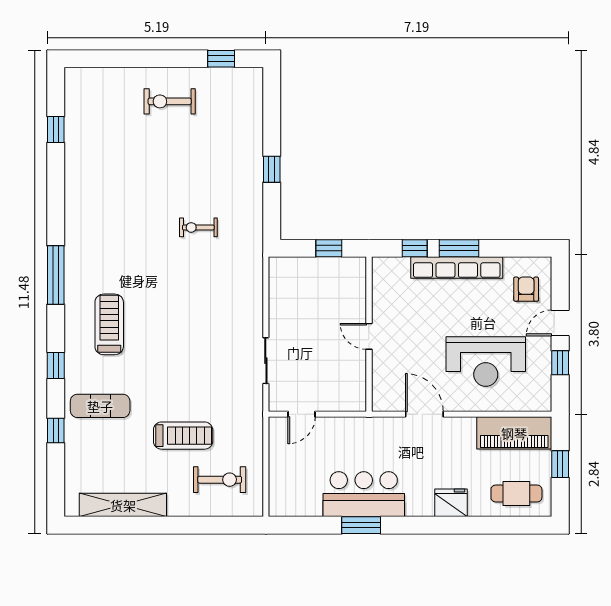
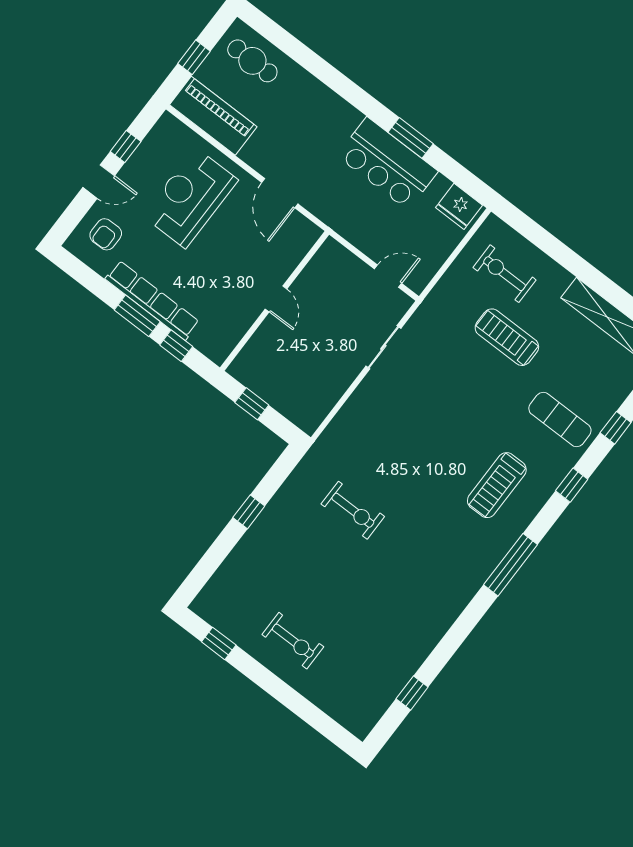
exercise bike: (198, 227) -> (353, 510), width x1.38, depth x1.39
reception desk: (486, 362) -> (190, 198), turned -90
fridge: (451, 503) -> (459, 206), moved

